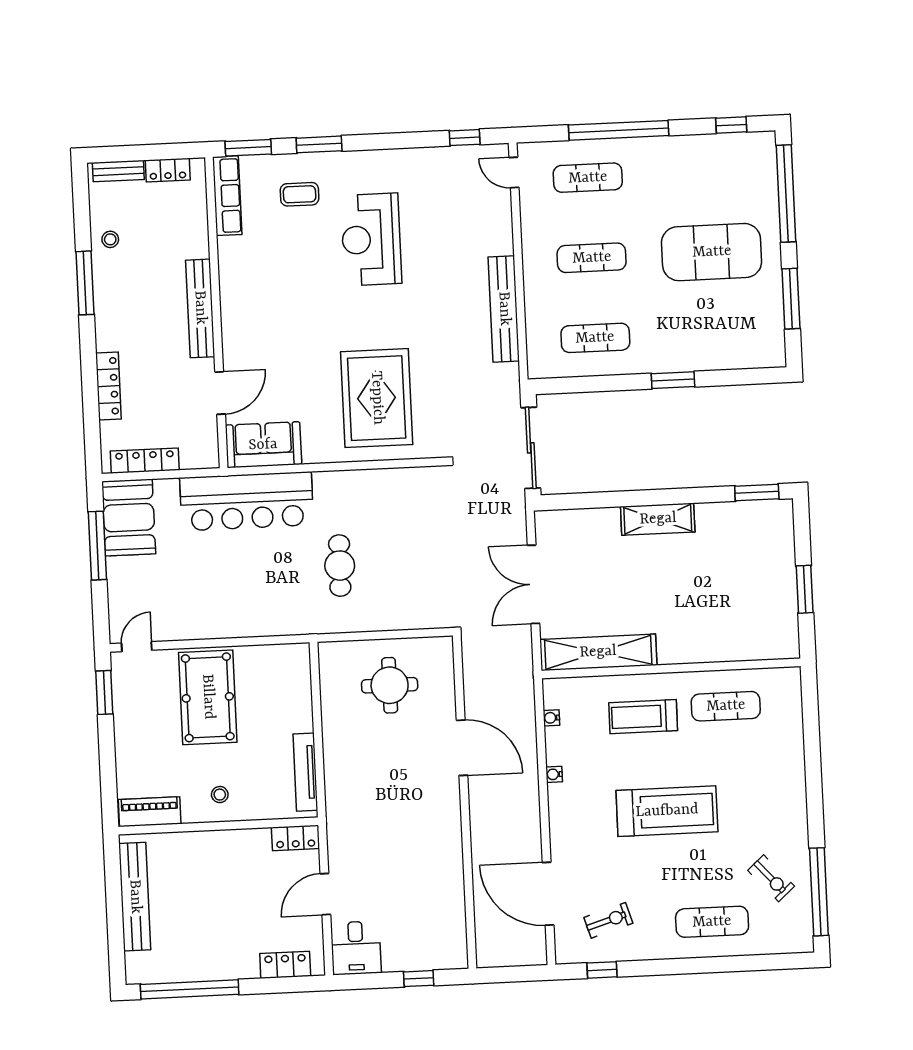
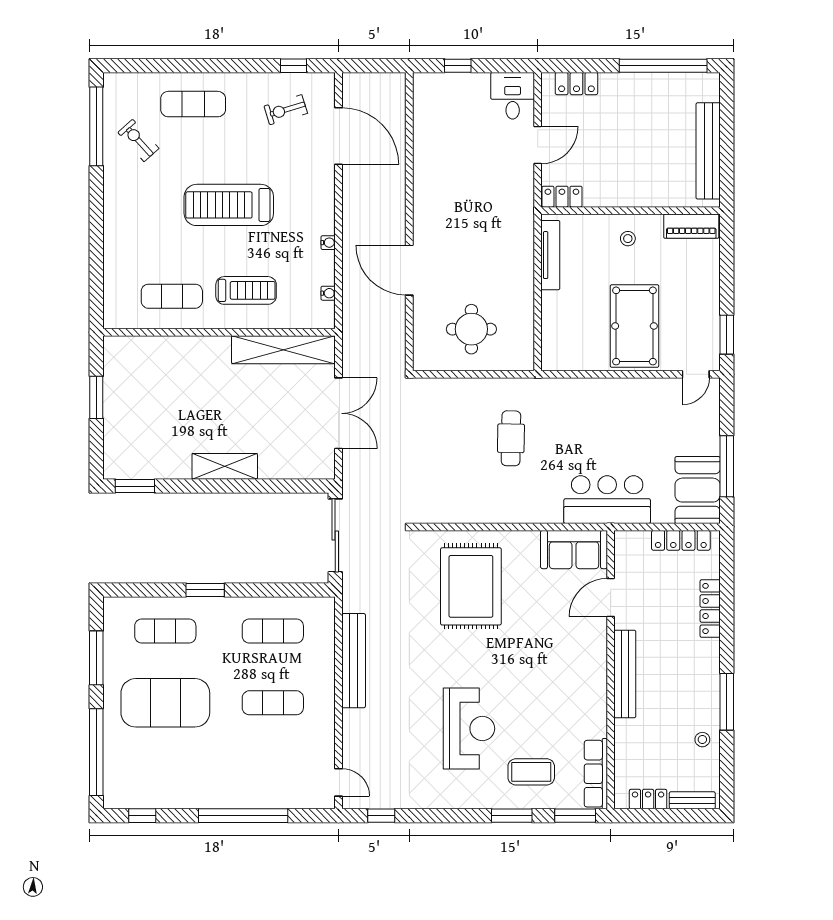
exercise mat: (588, 178) -> (165, 631), moved
coffee table: (300, 194) -> (531, 772), width x1.36, depth x1.30
bar counter: (247, 501) -> (607, 500), width x0.73

